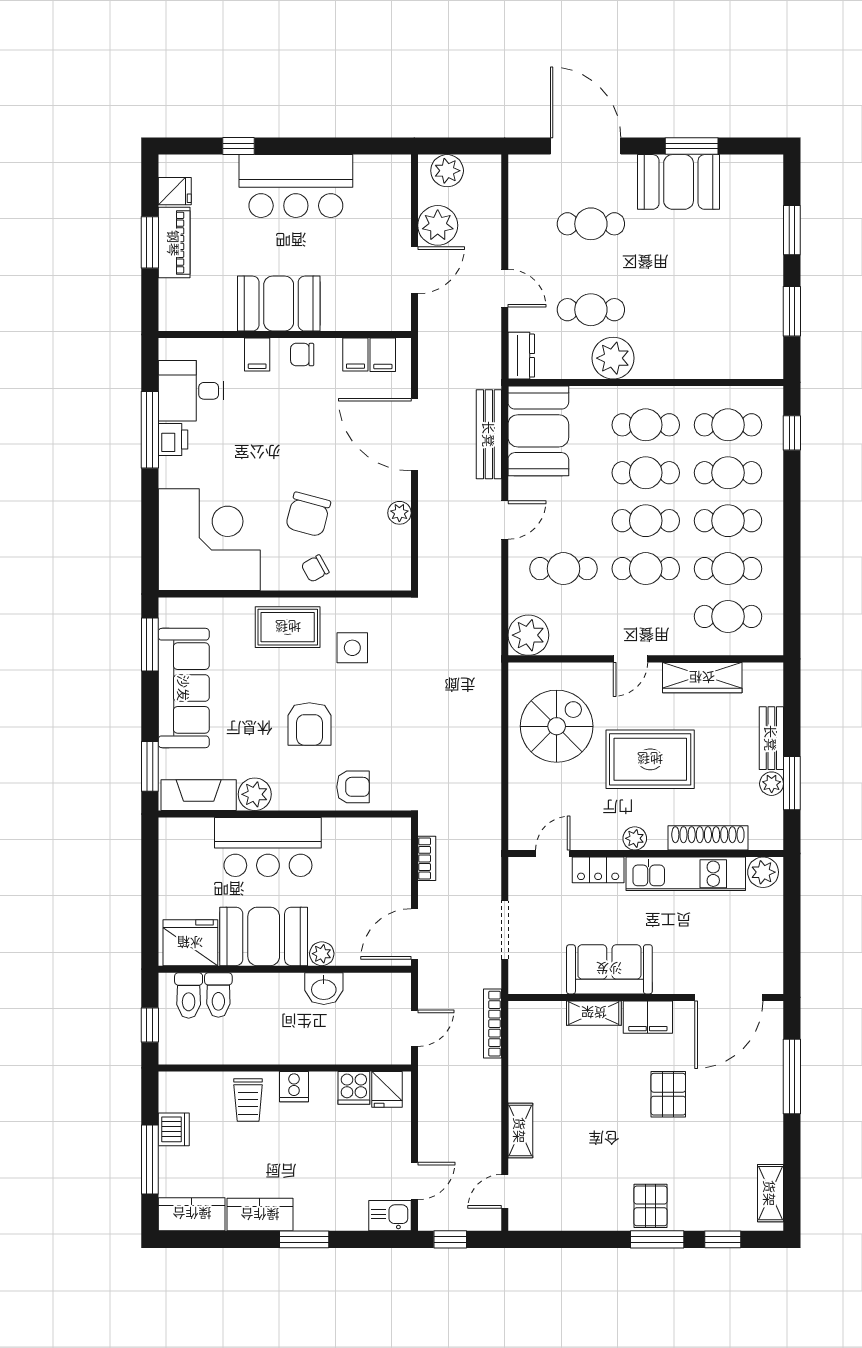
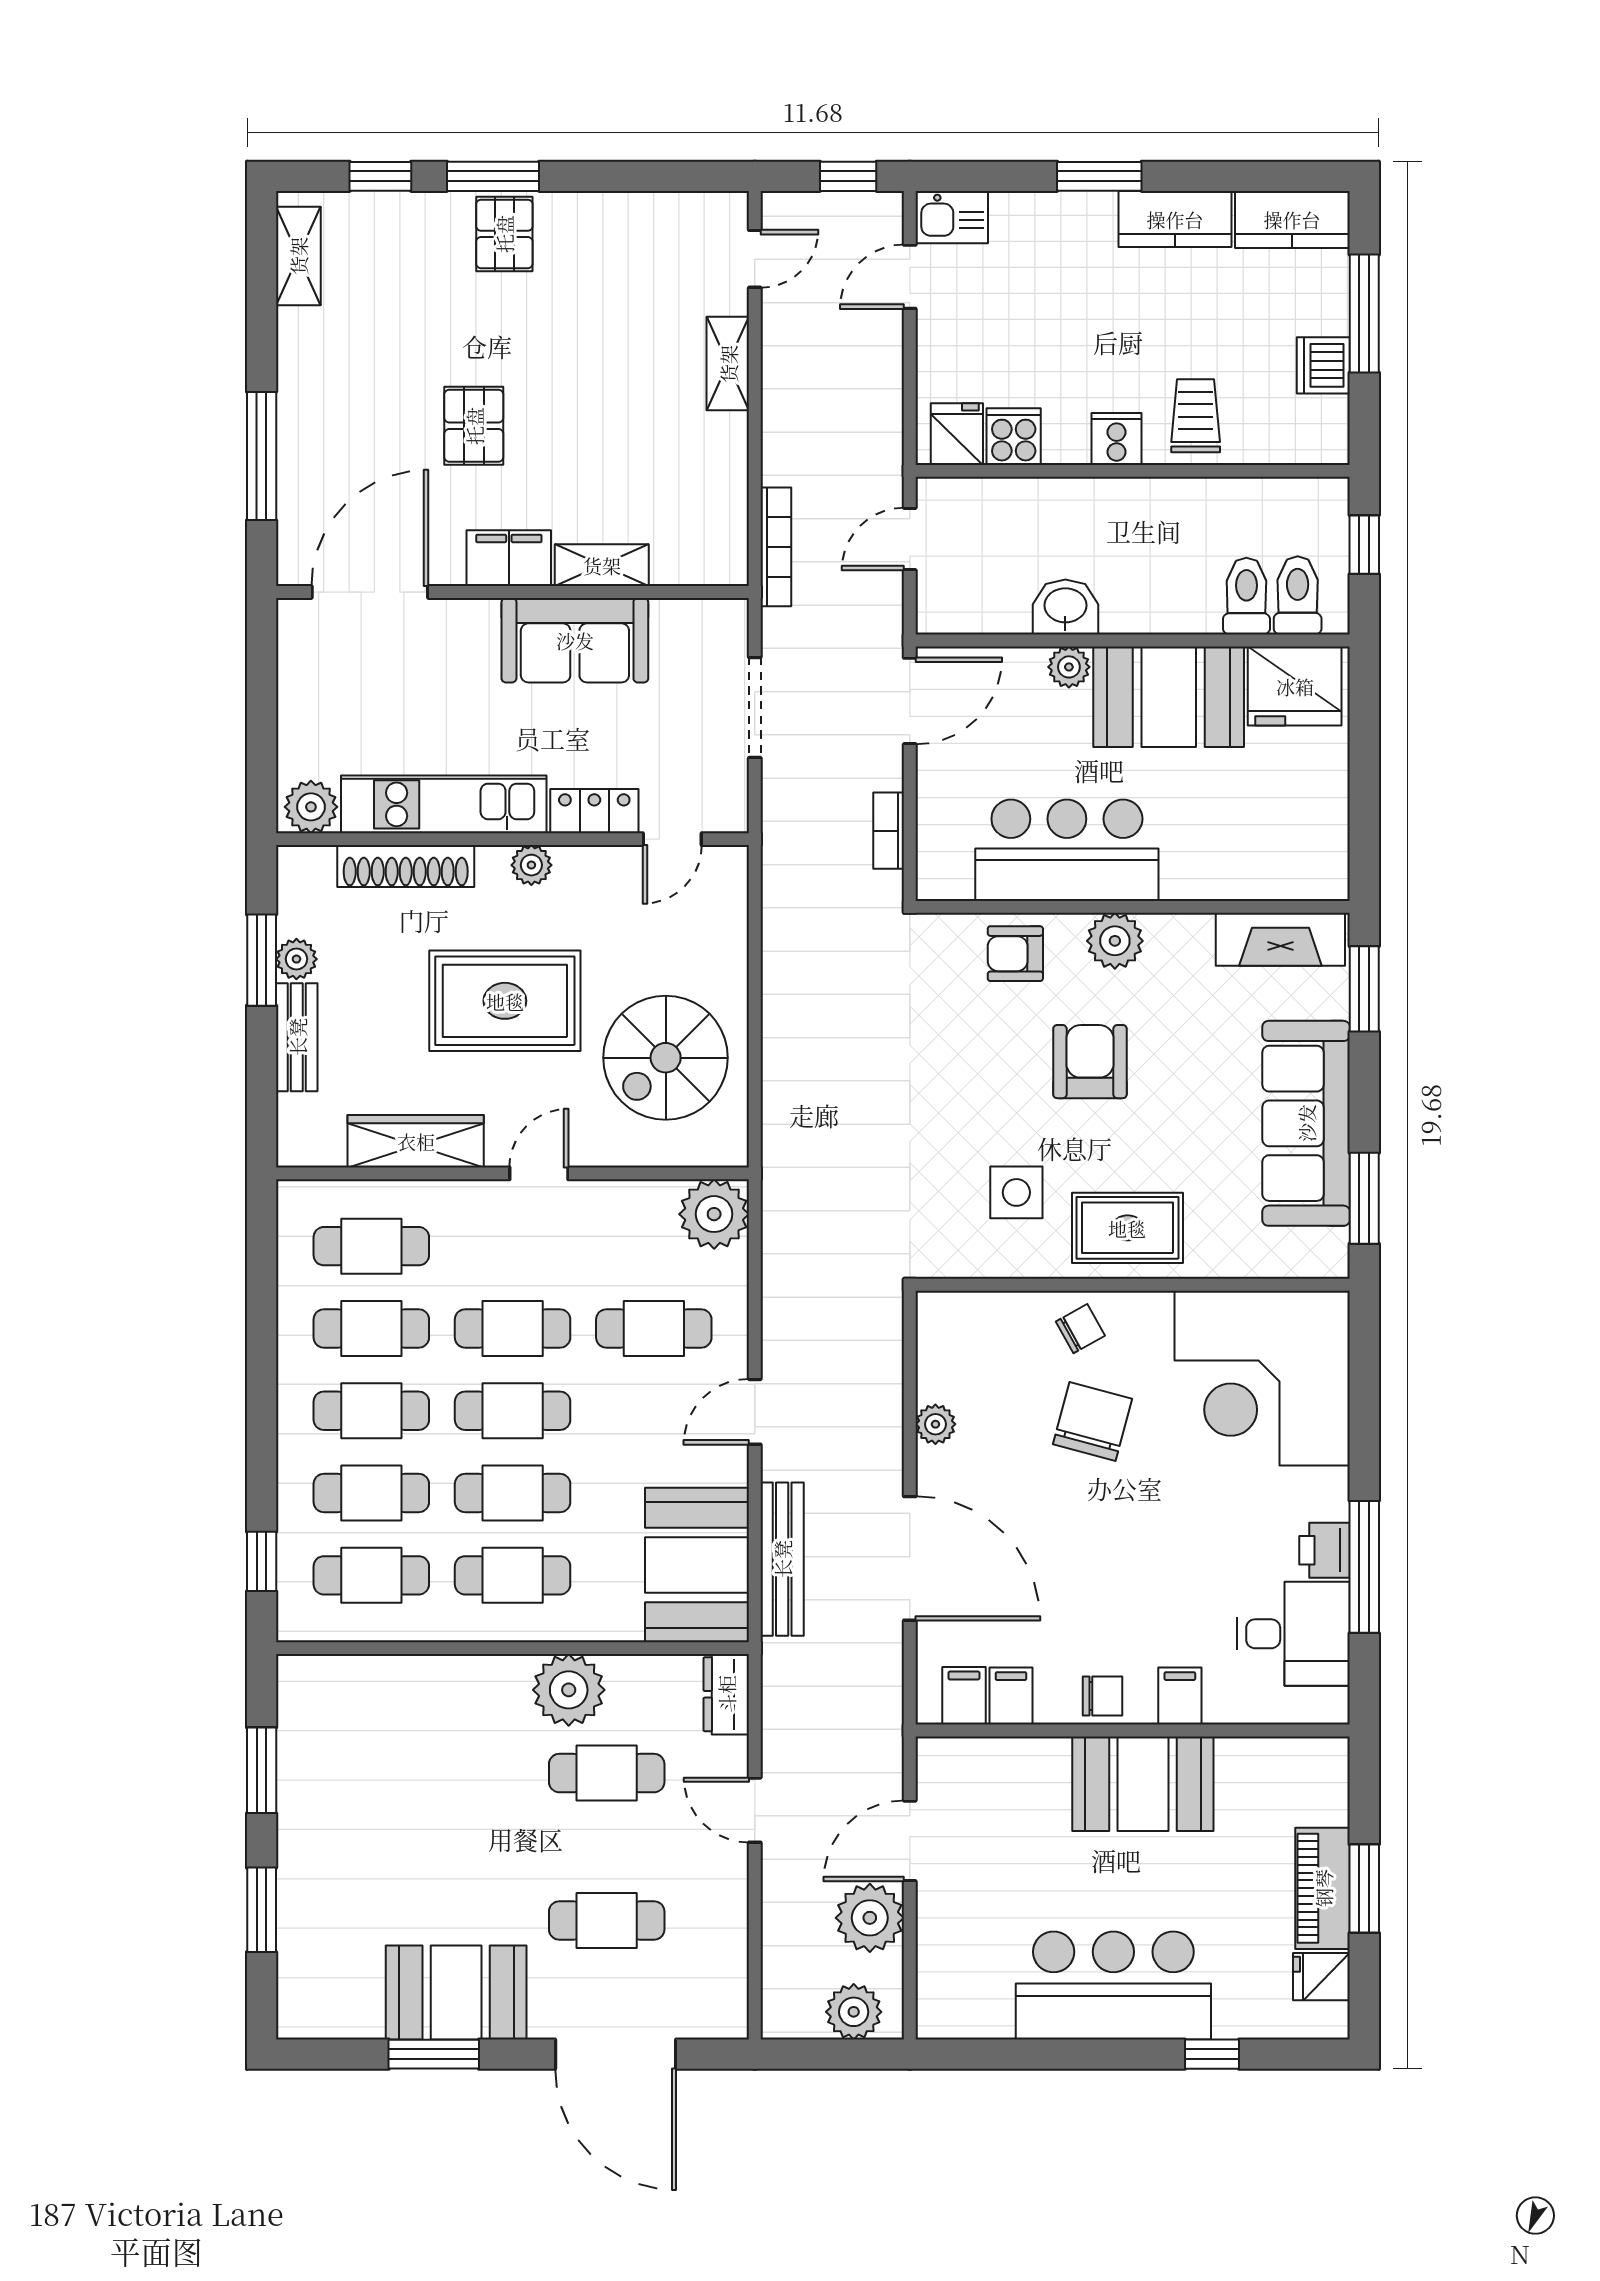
plant: (255, 794) -> (1115, 941), moved
bar counter: (268, 847) -> (1067, 850), moved

